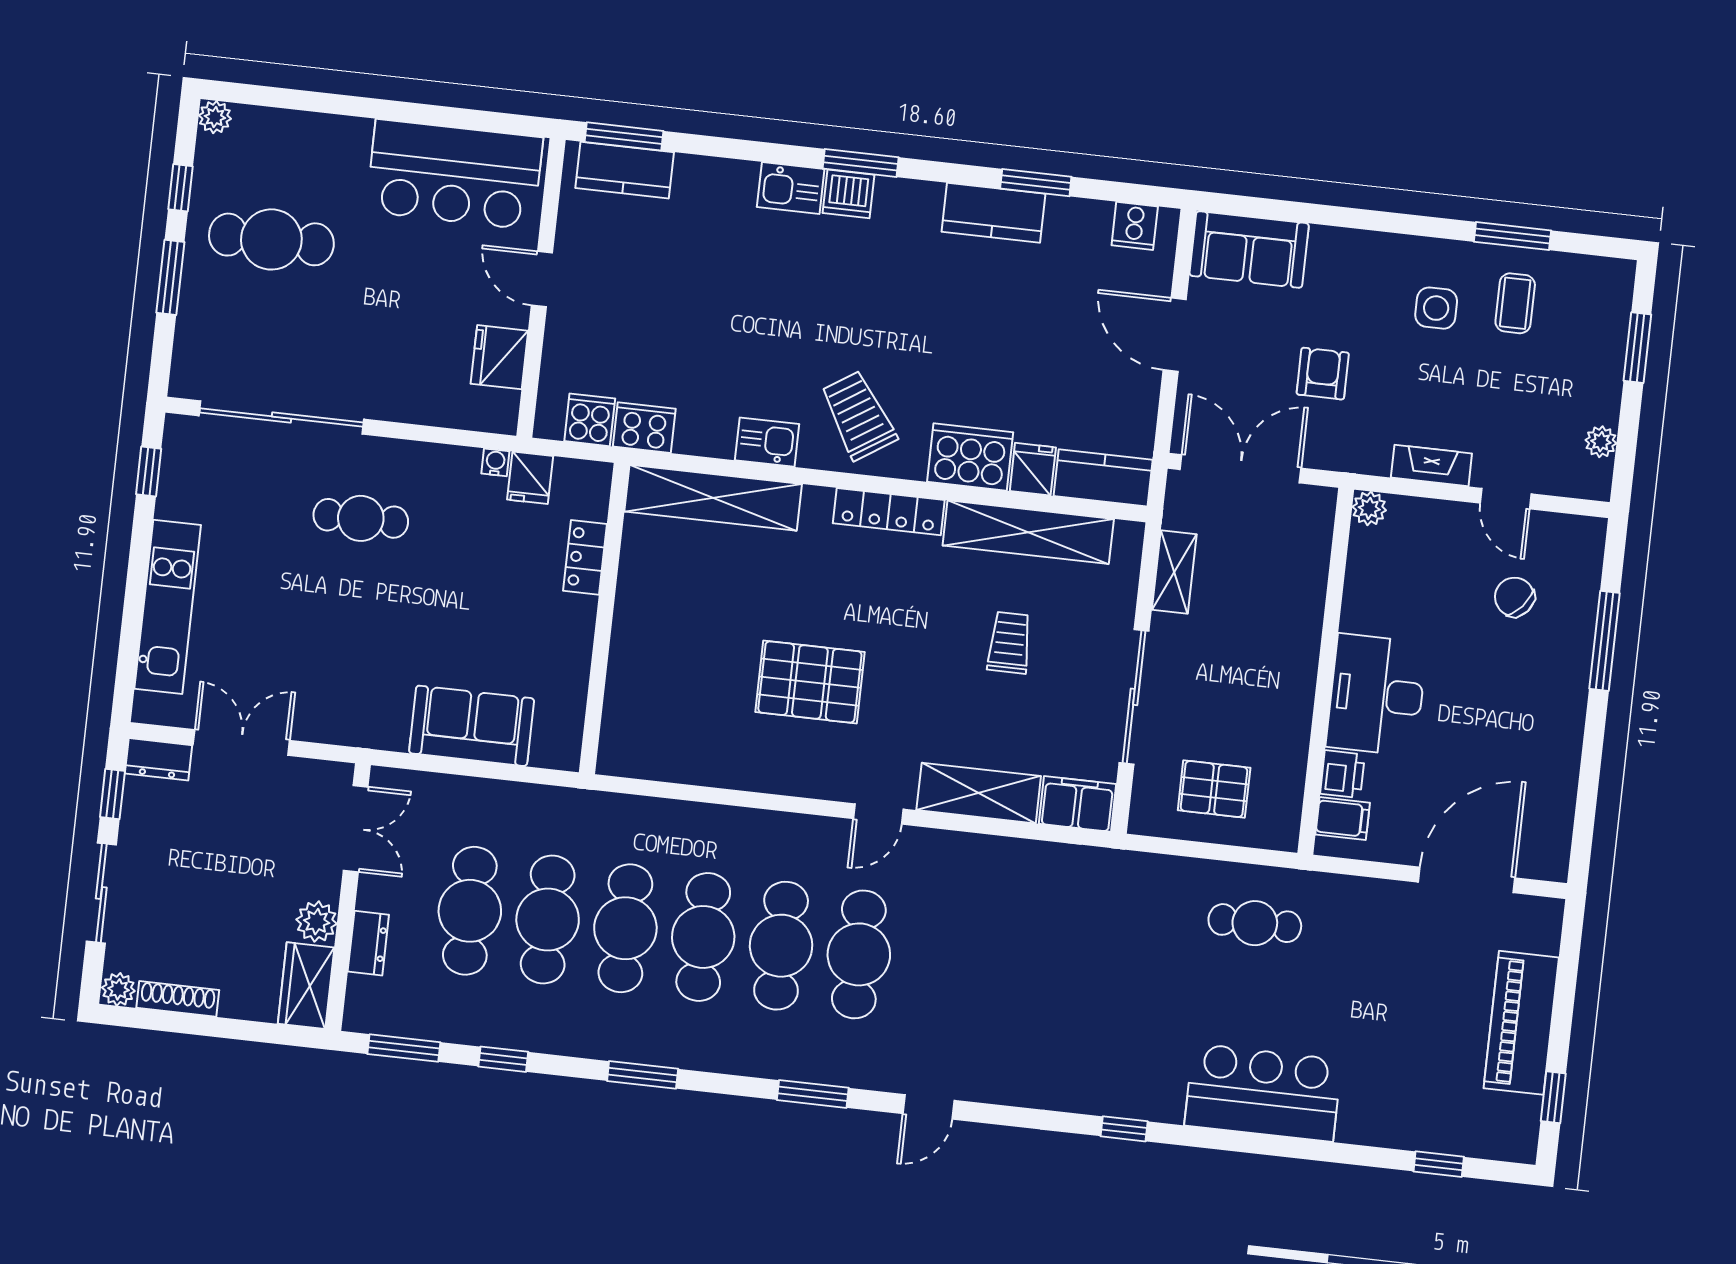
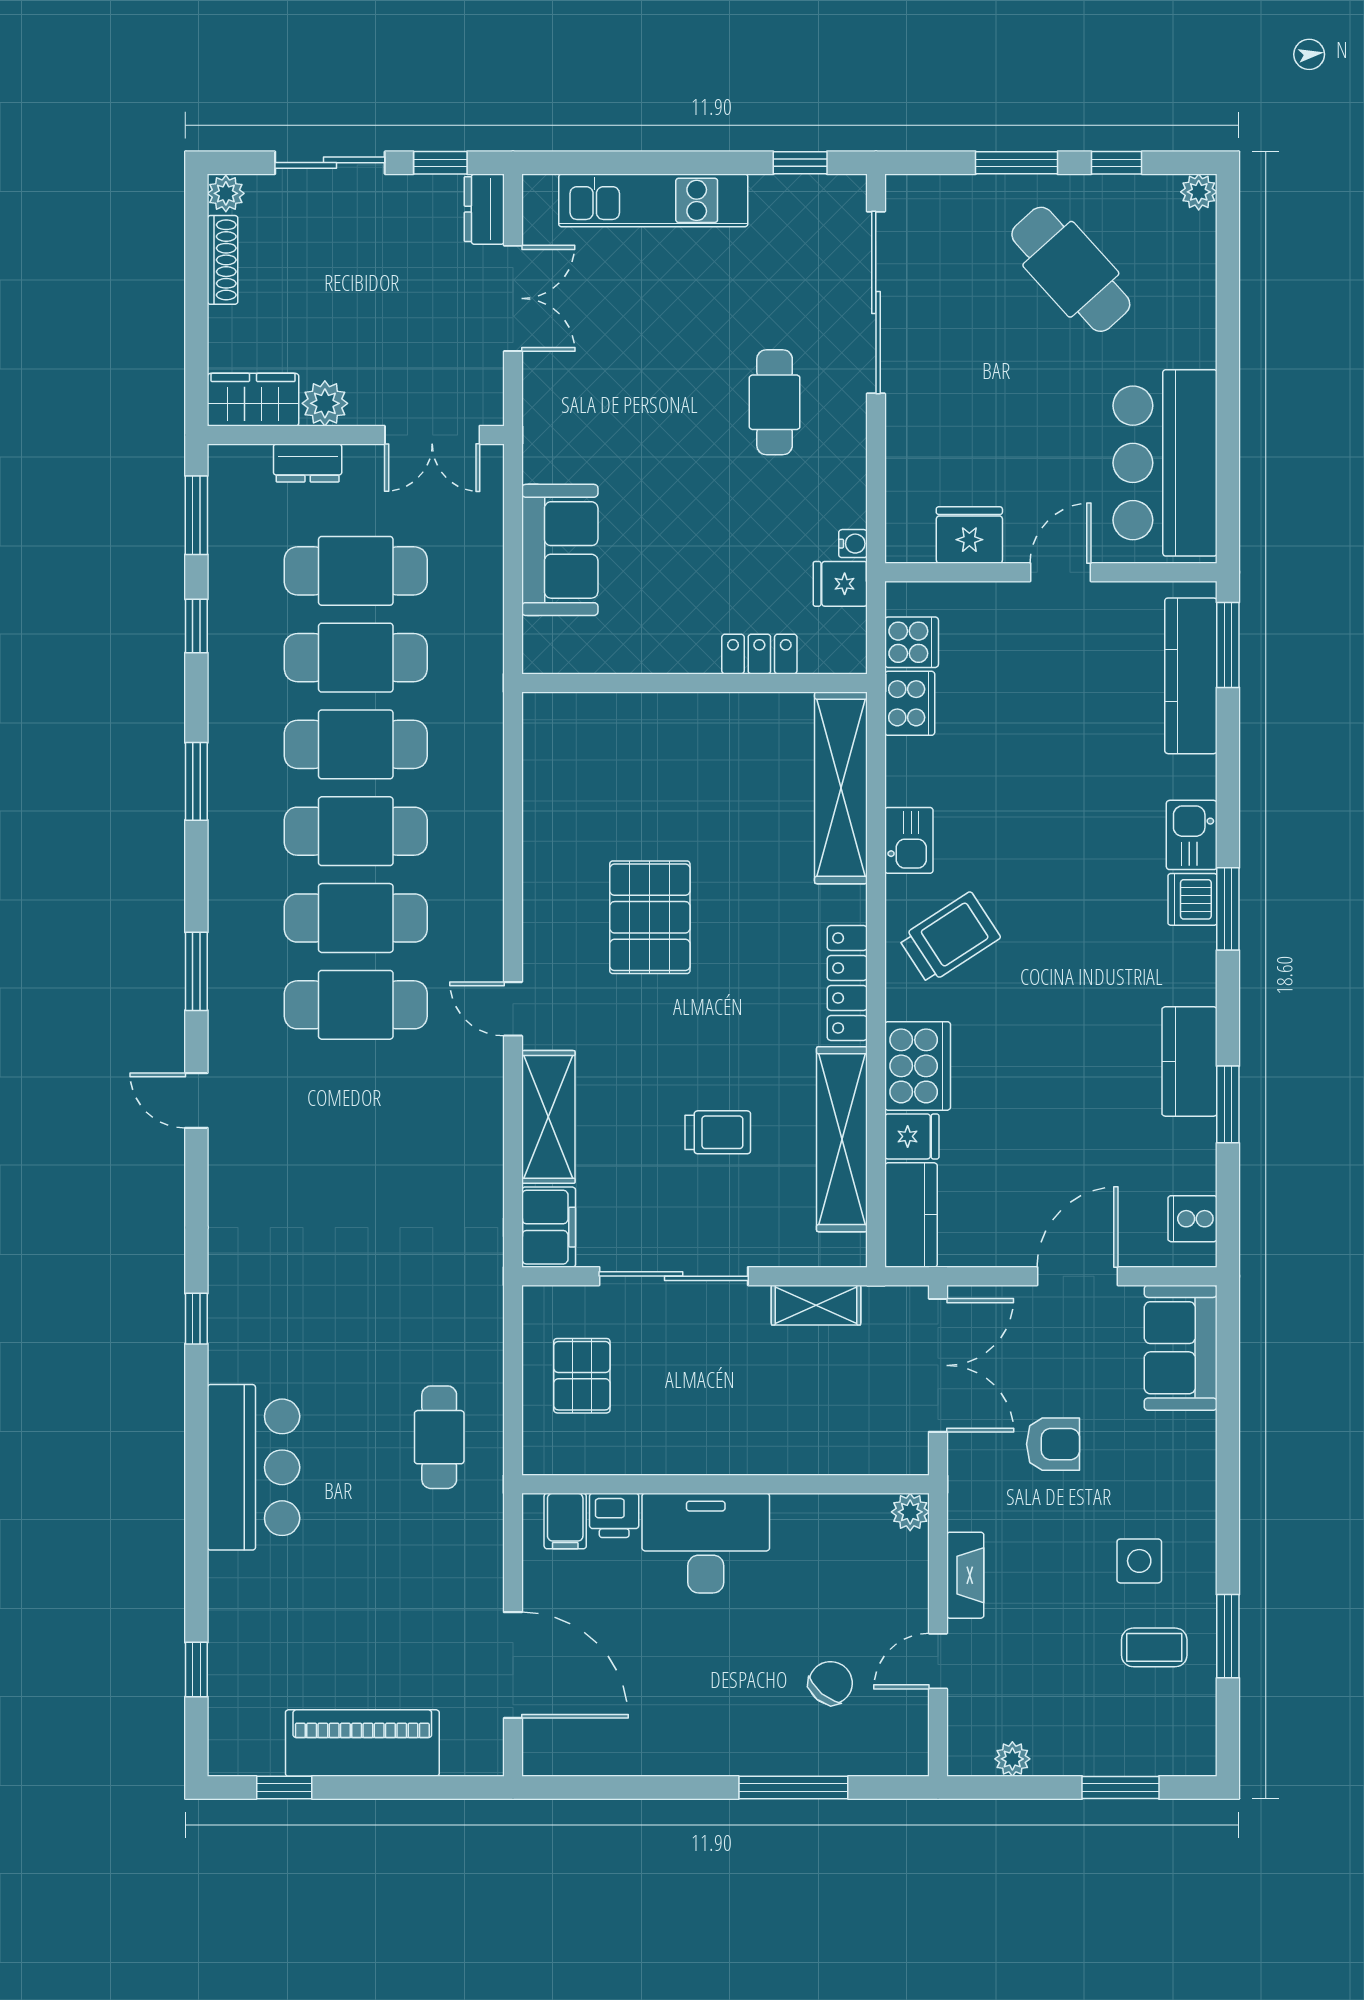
kitchen counter: (625, 170) -> (1191, 676), width x1.50
cafe table: (271, 239) -> (1071, 269), turned -42

